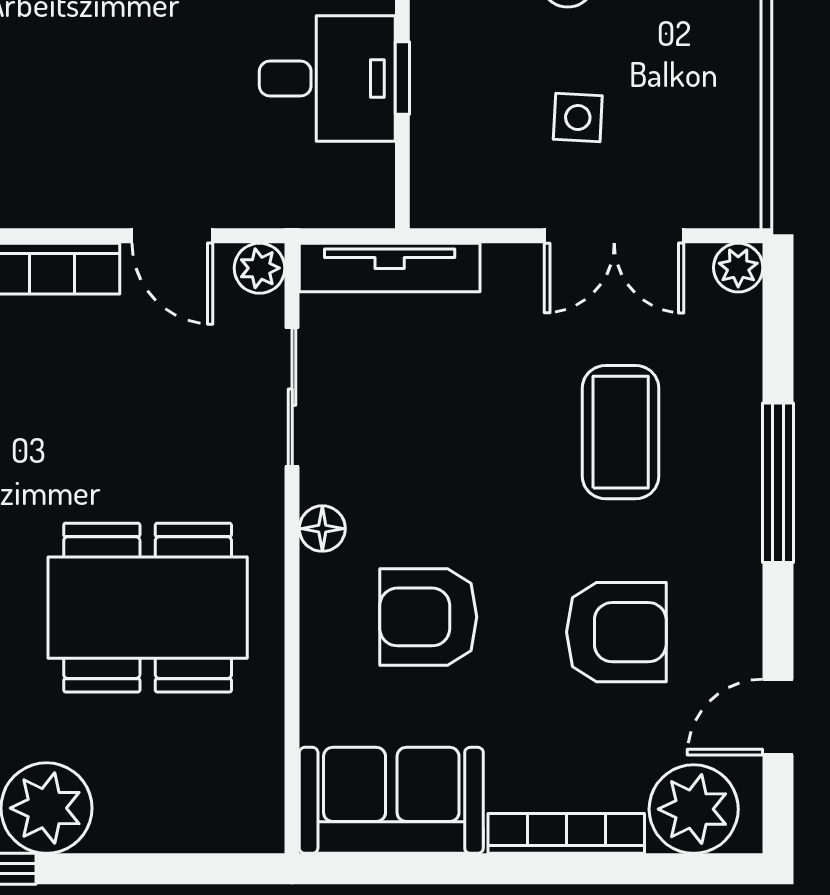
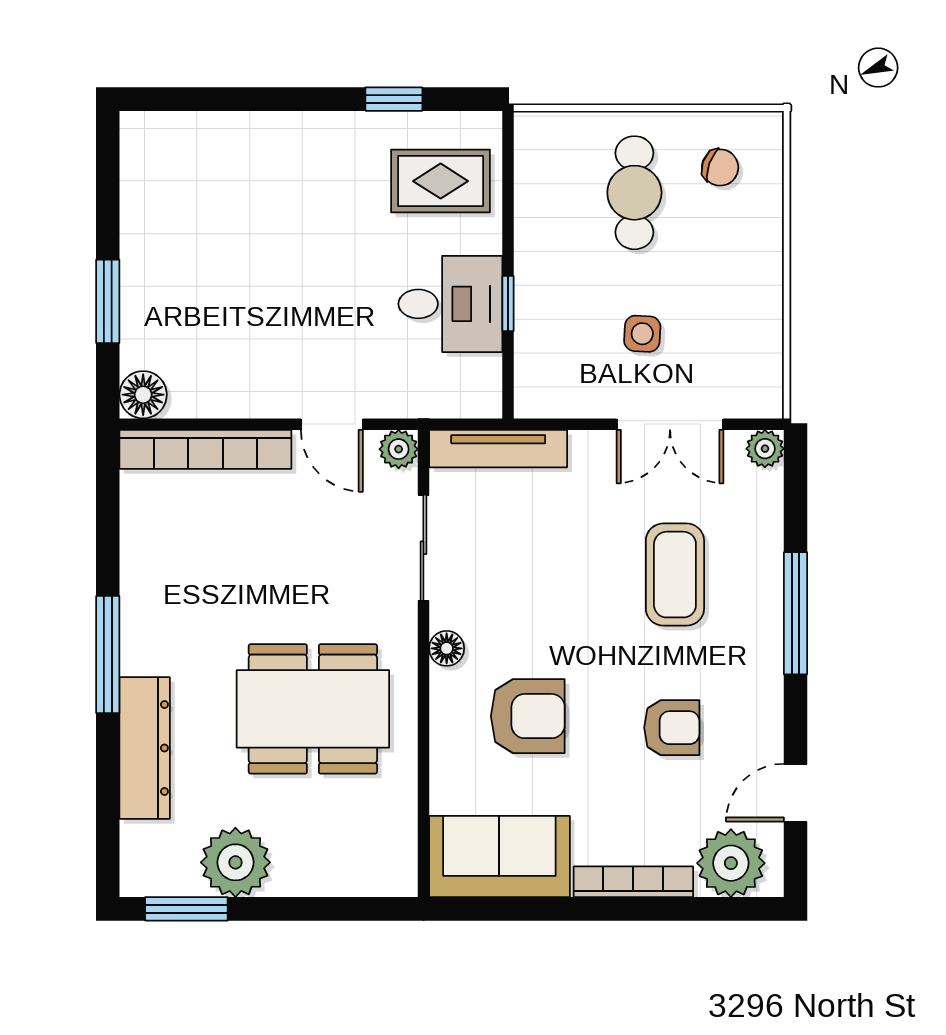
armchair: (428, 617) -> (528, 716), turned 180
armchair: (616, 632) -> (672, 728), width x0.72, depth x0.72

